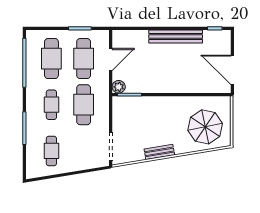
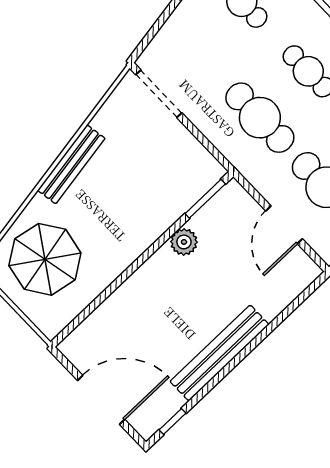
door: (232, 70) -> (101, 400), moved
plant: (119, 87) -> (184, 242), moved
bench: (159, 152) -> (71, 164), width x1.36

